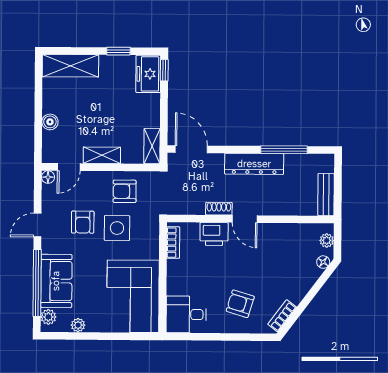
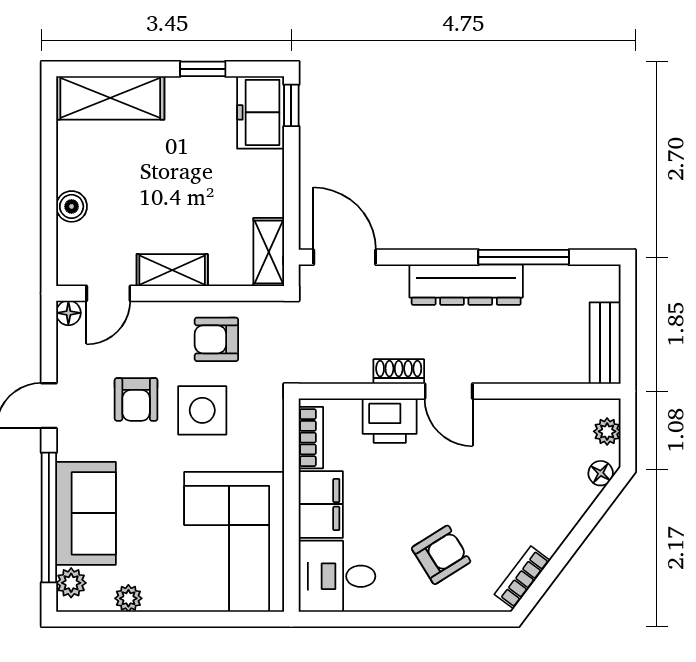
filing cabinet: (178, 277) -> (321, 504), added
armchair: (240, 304) -> (441, 555), turned 131

